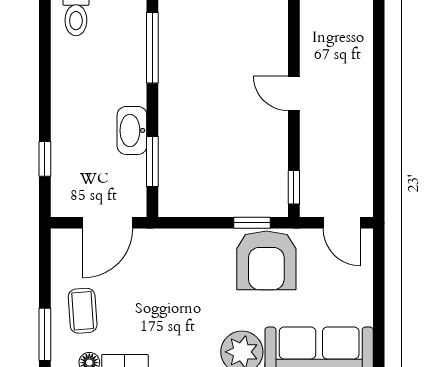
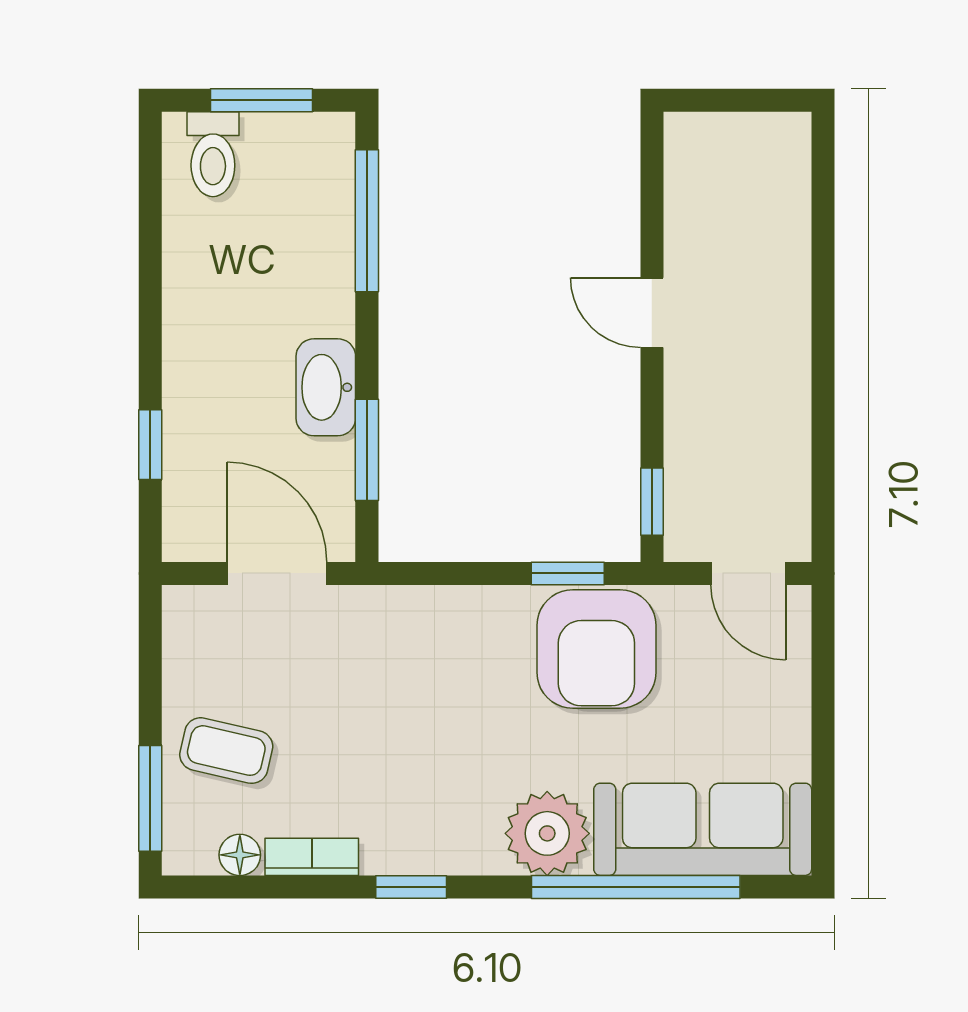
door: (108, 223) -> (277, 573), swing flipped
coffee table: (83, 311) -> (226, 751), turned -73

